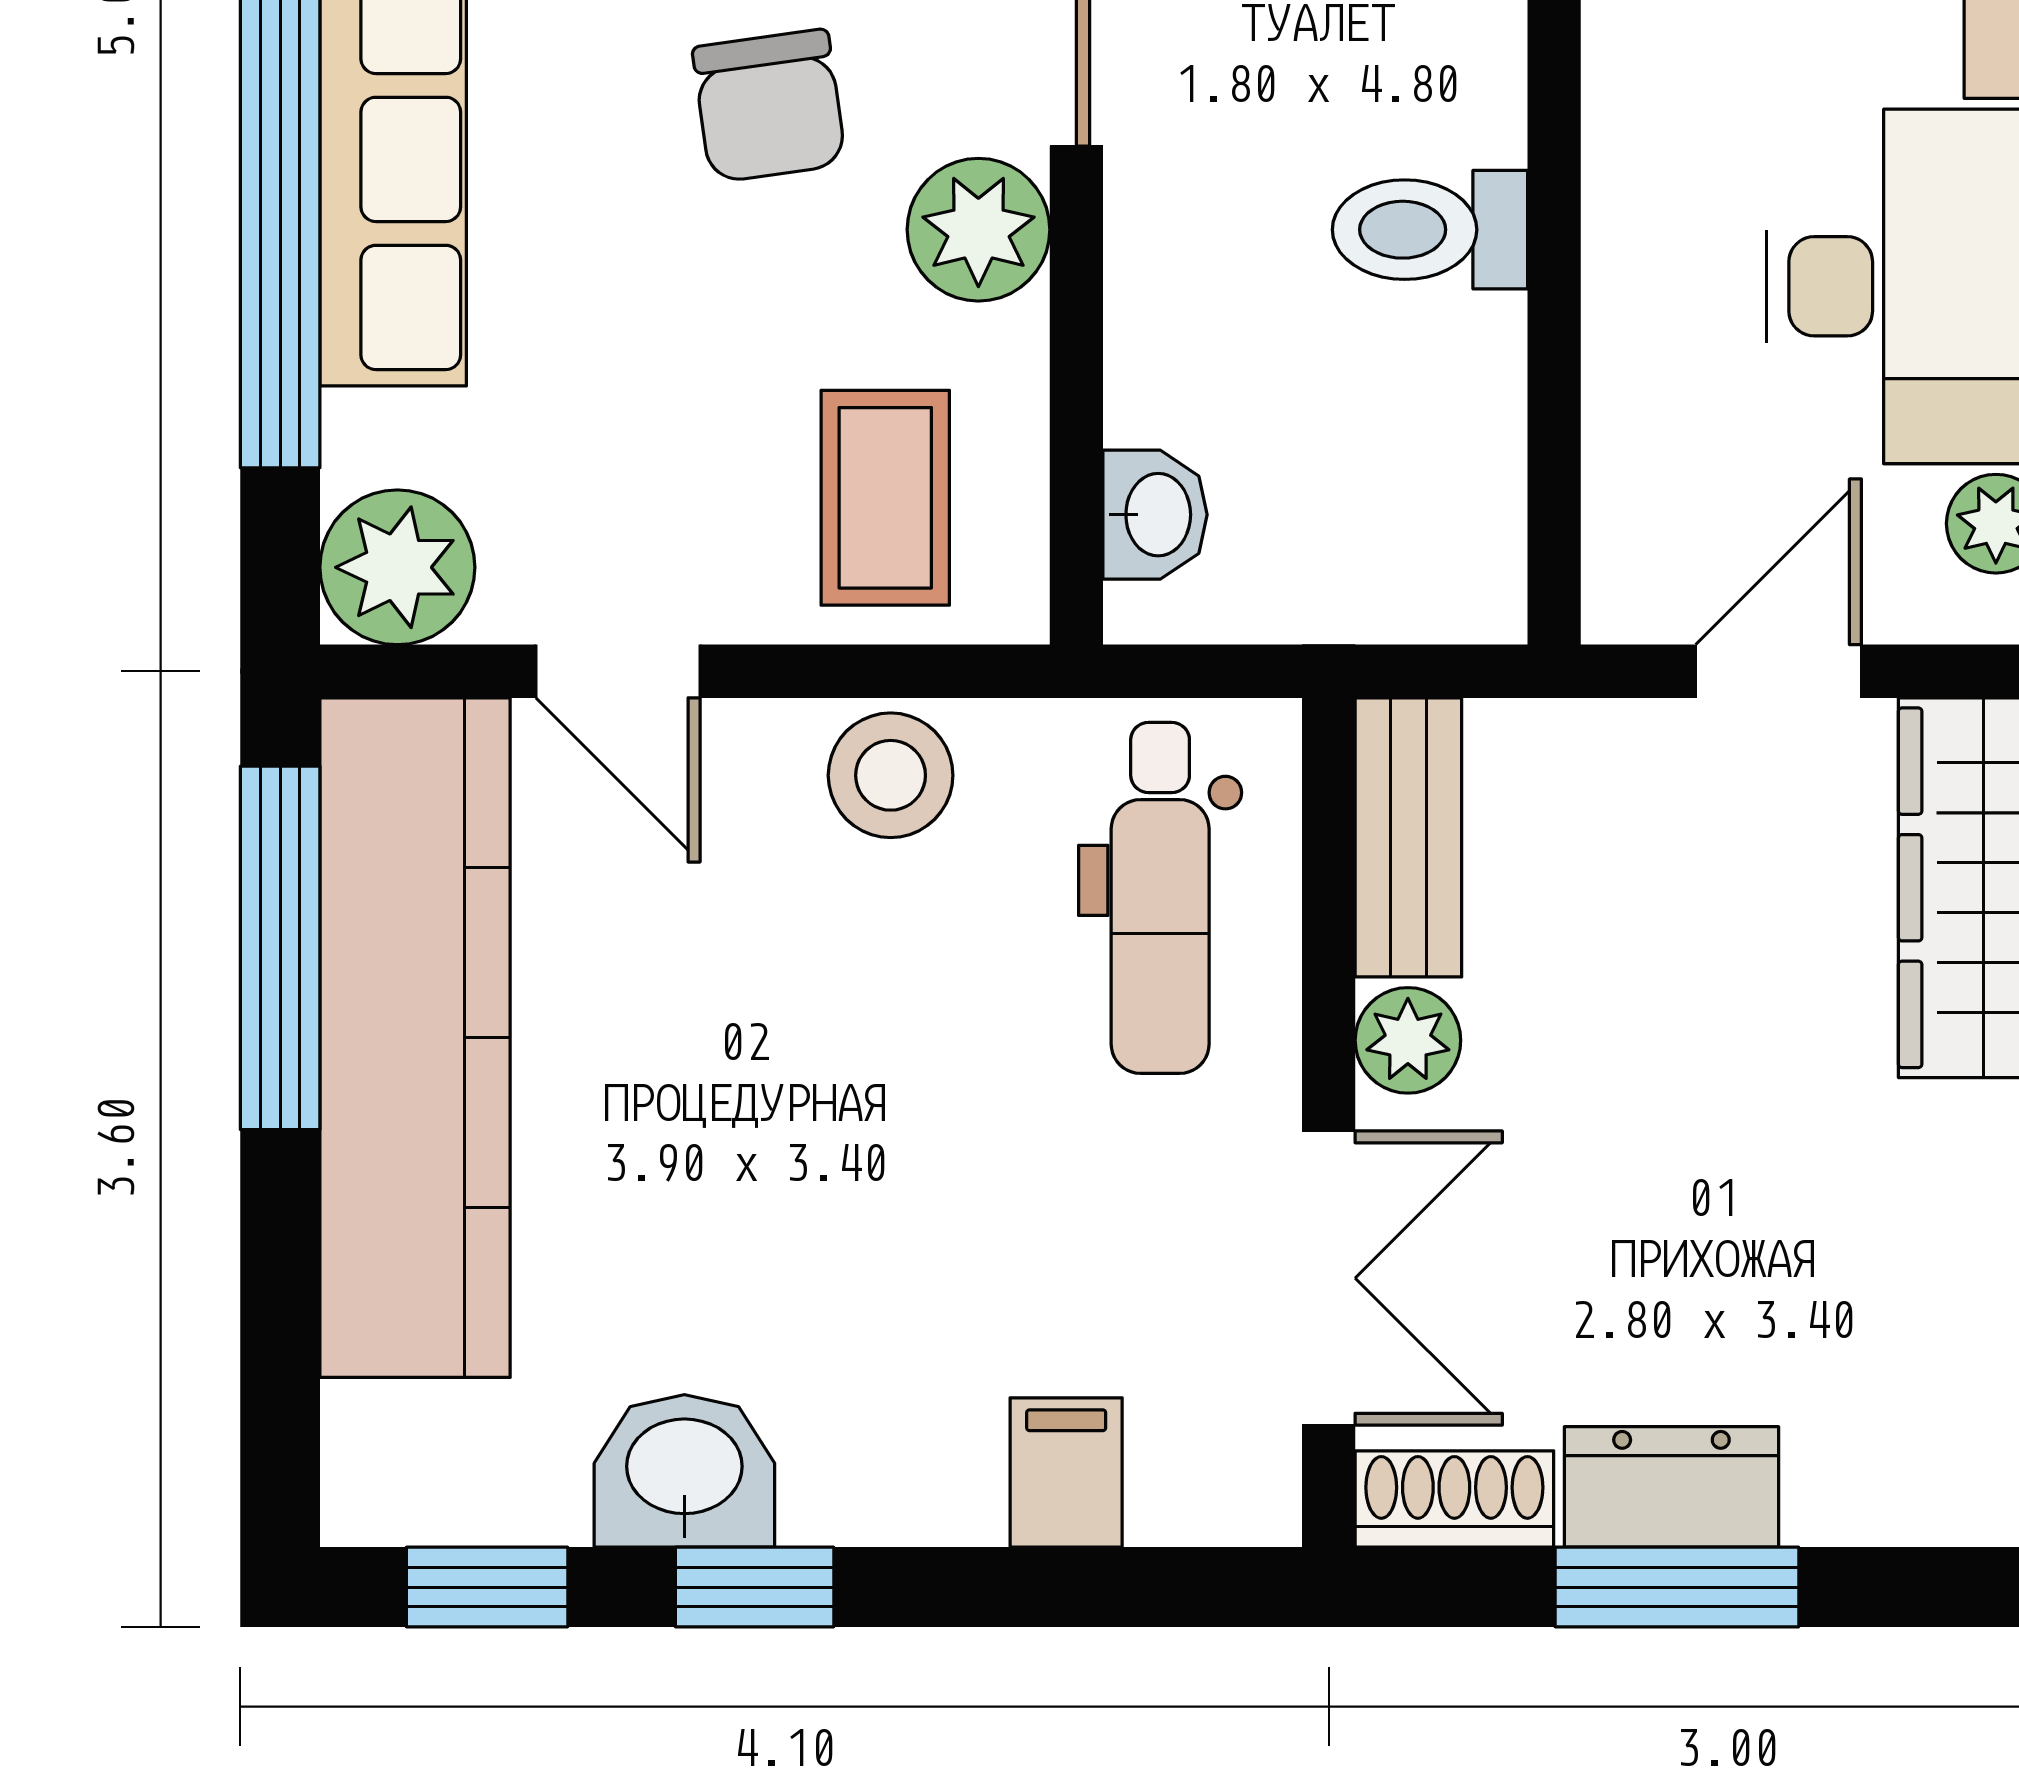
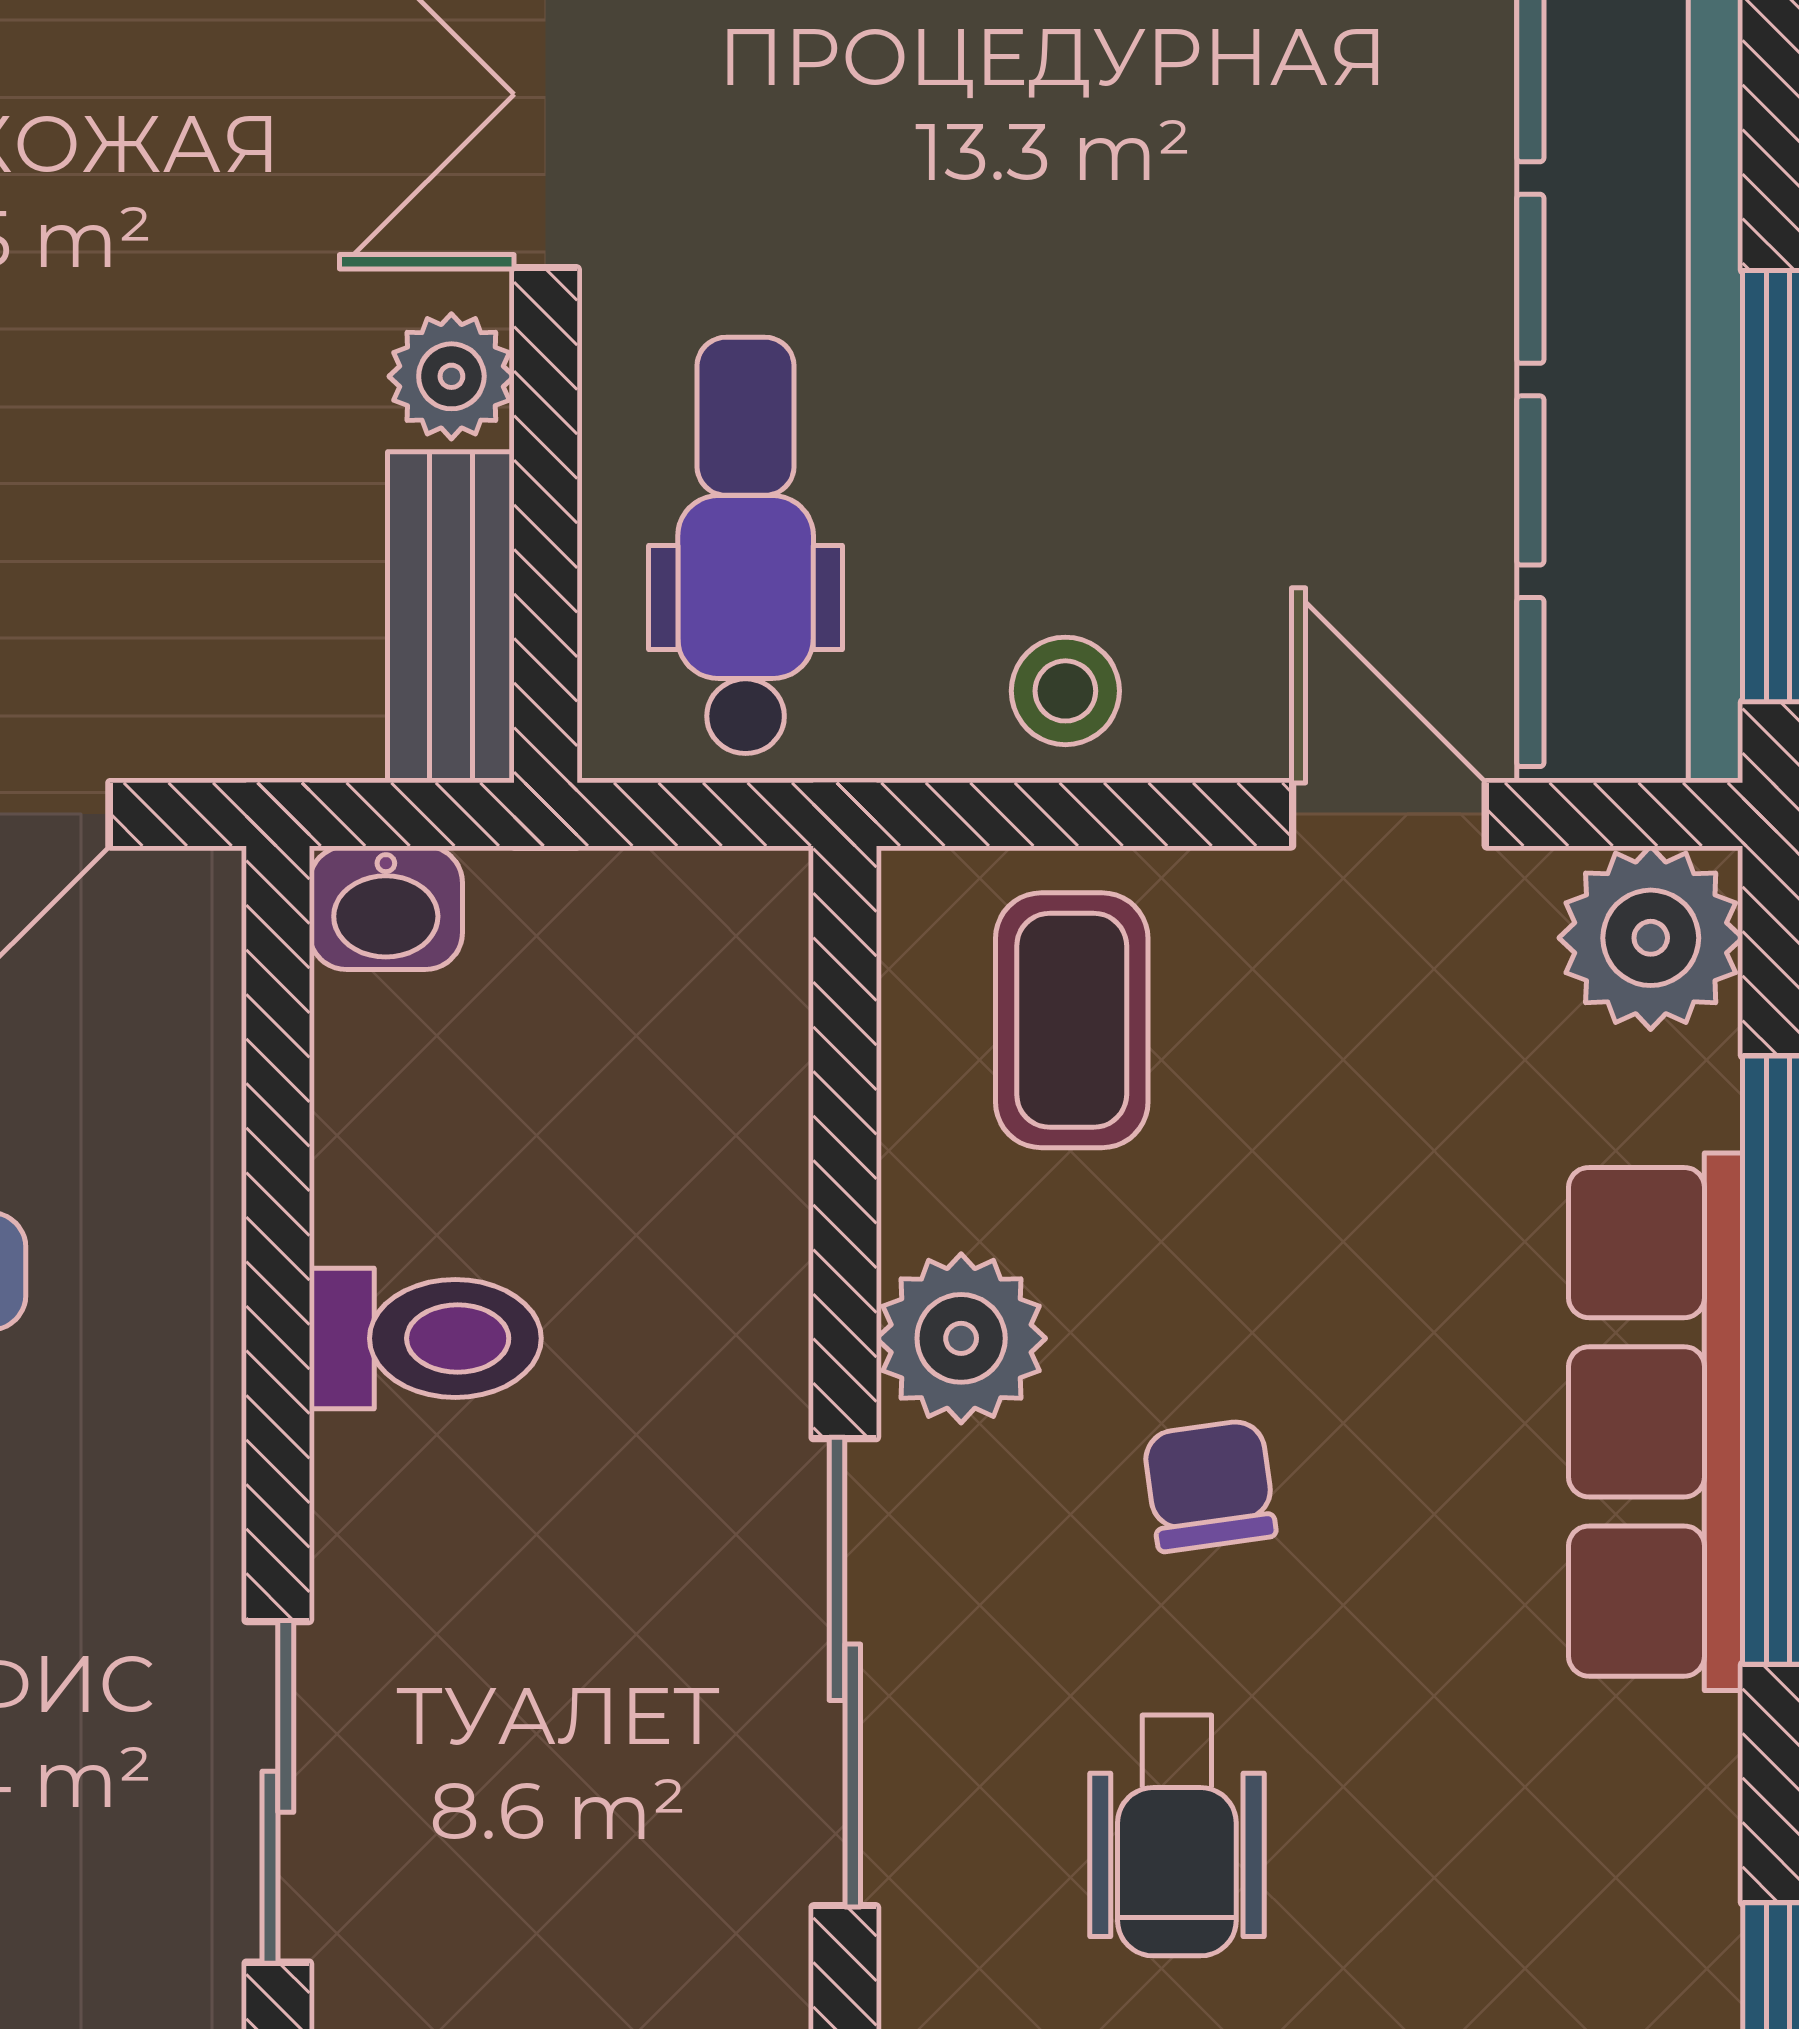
chair: (769, 106) -> (1210, 1485), width x0.73, depth x0.73
washbasin: (1155, 515) -> (386, 908), moved, turned -90
stool: (891, 775) -> (1065, 691), width x0.73, depth x0.73

